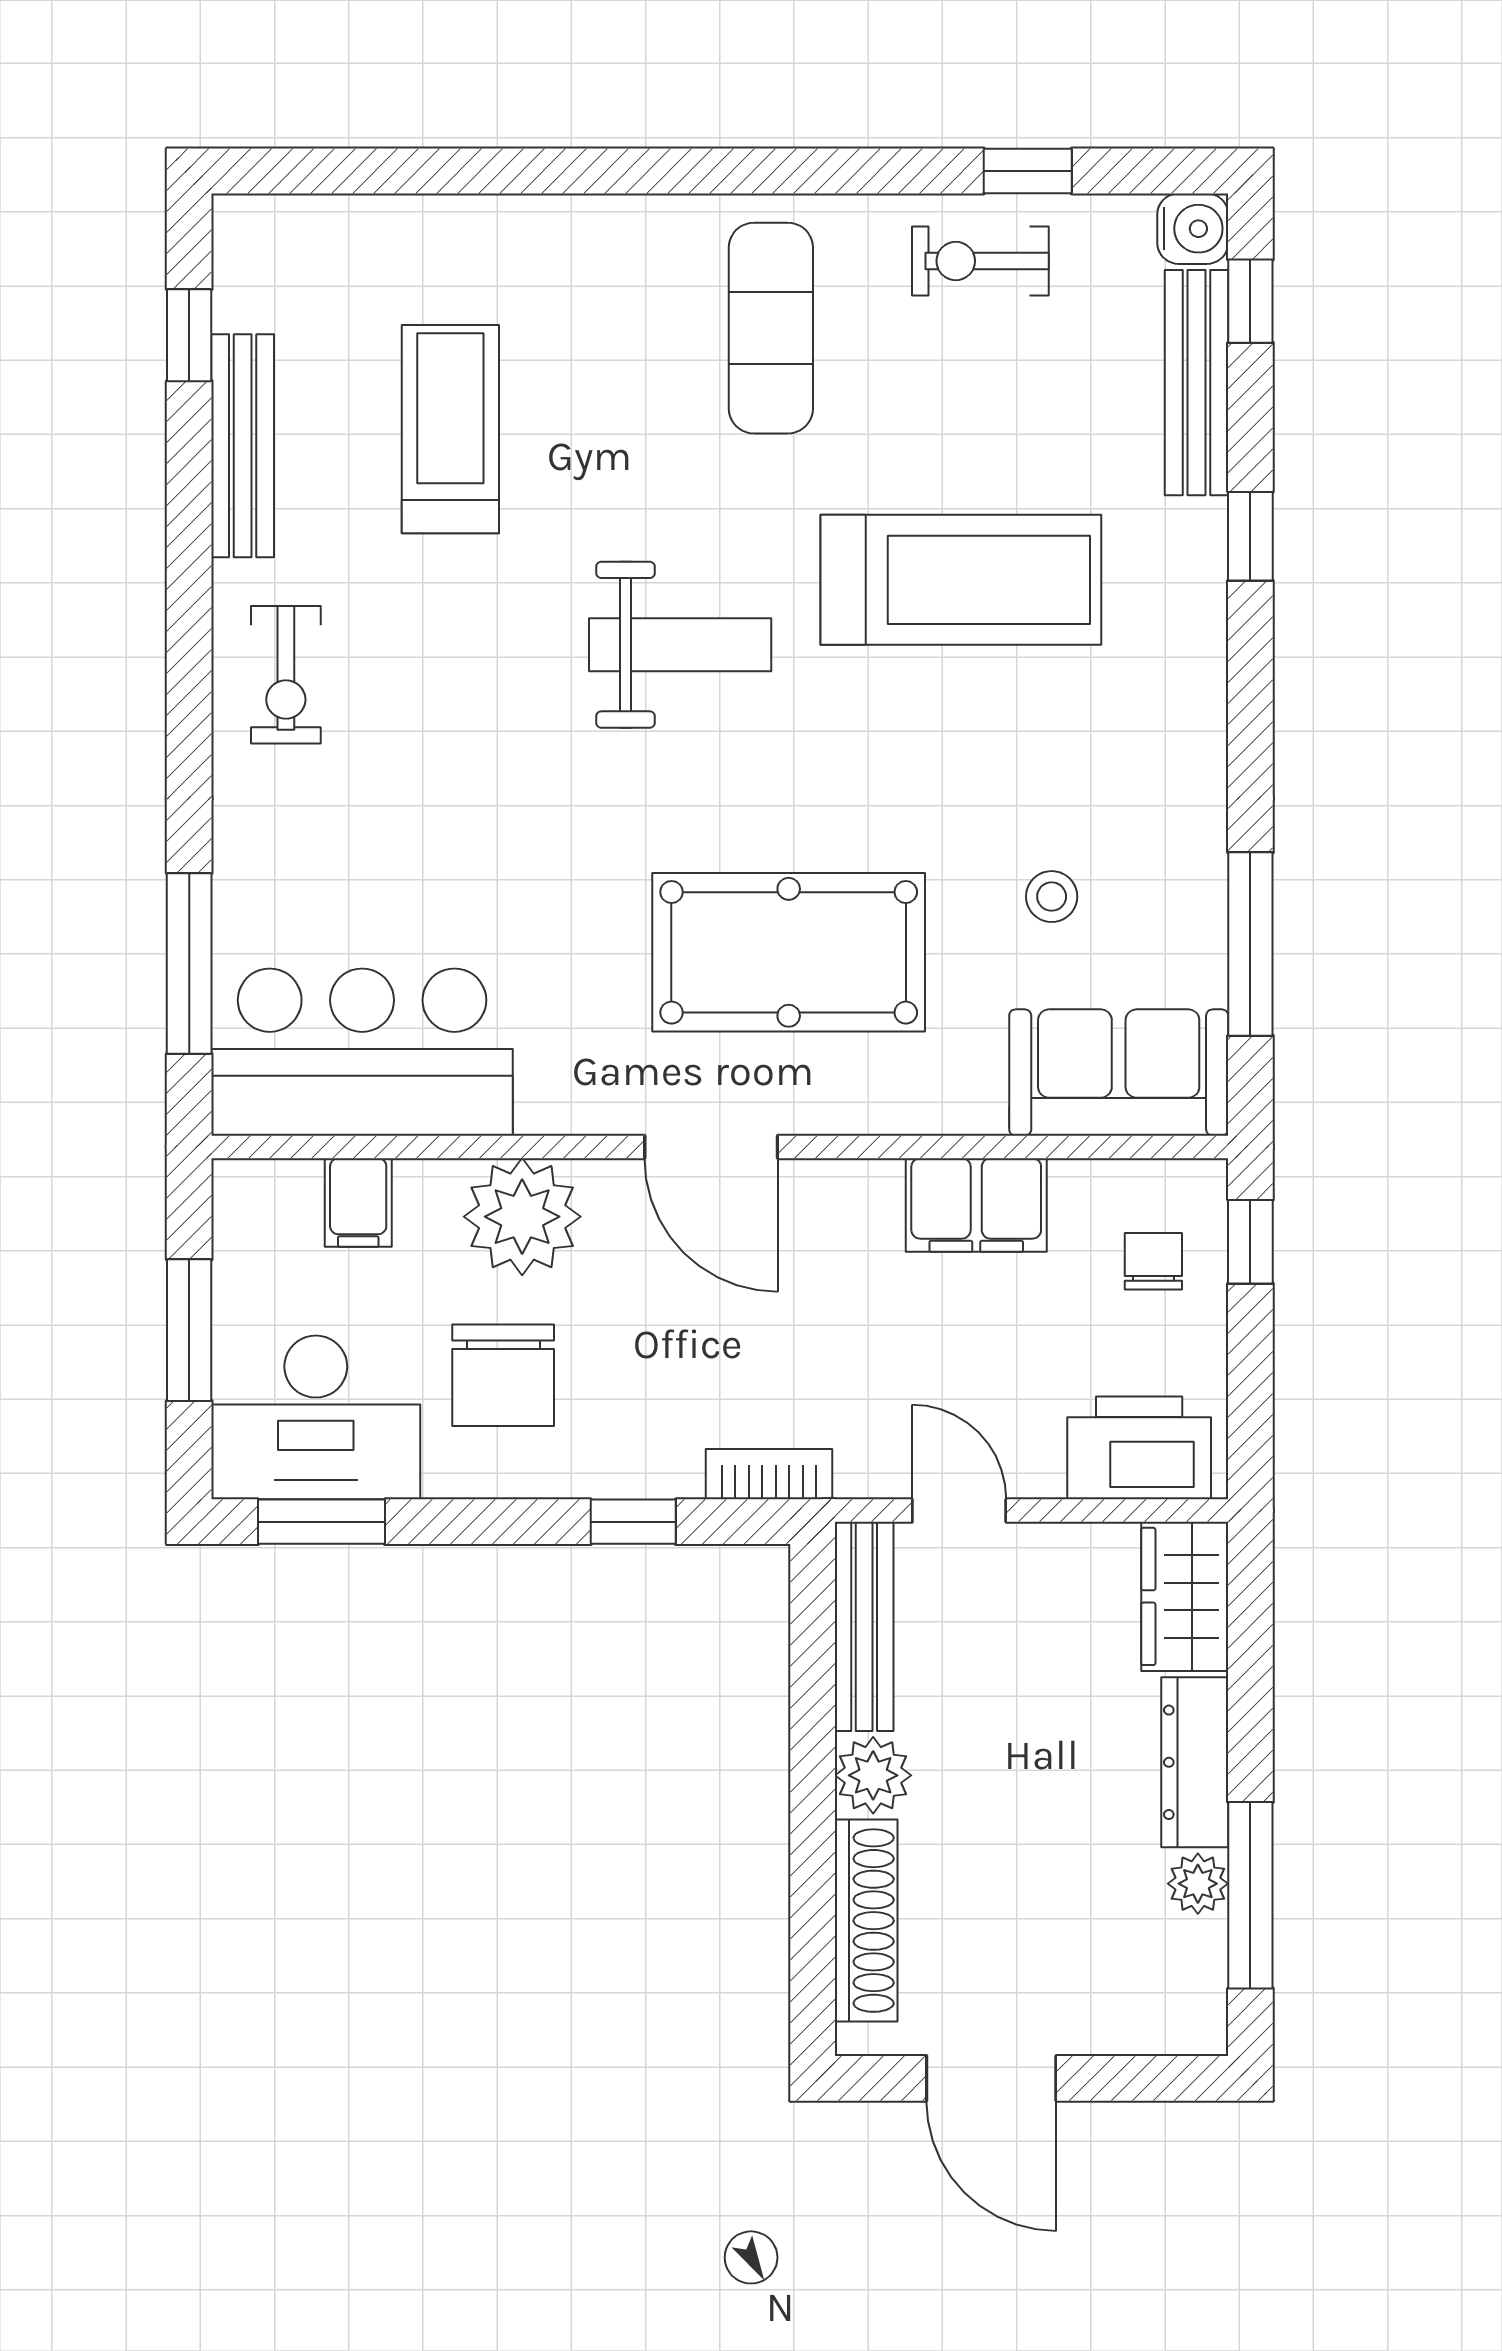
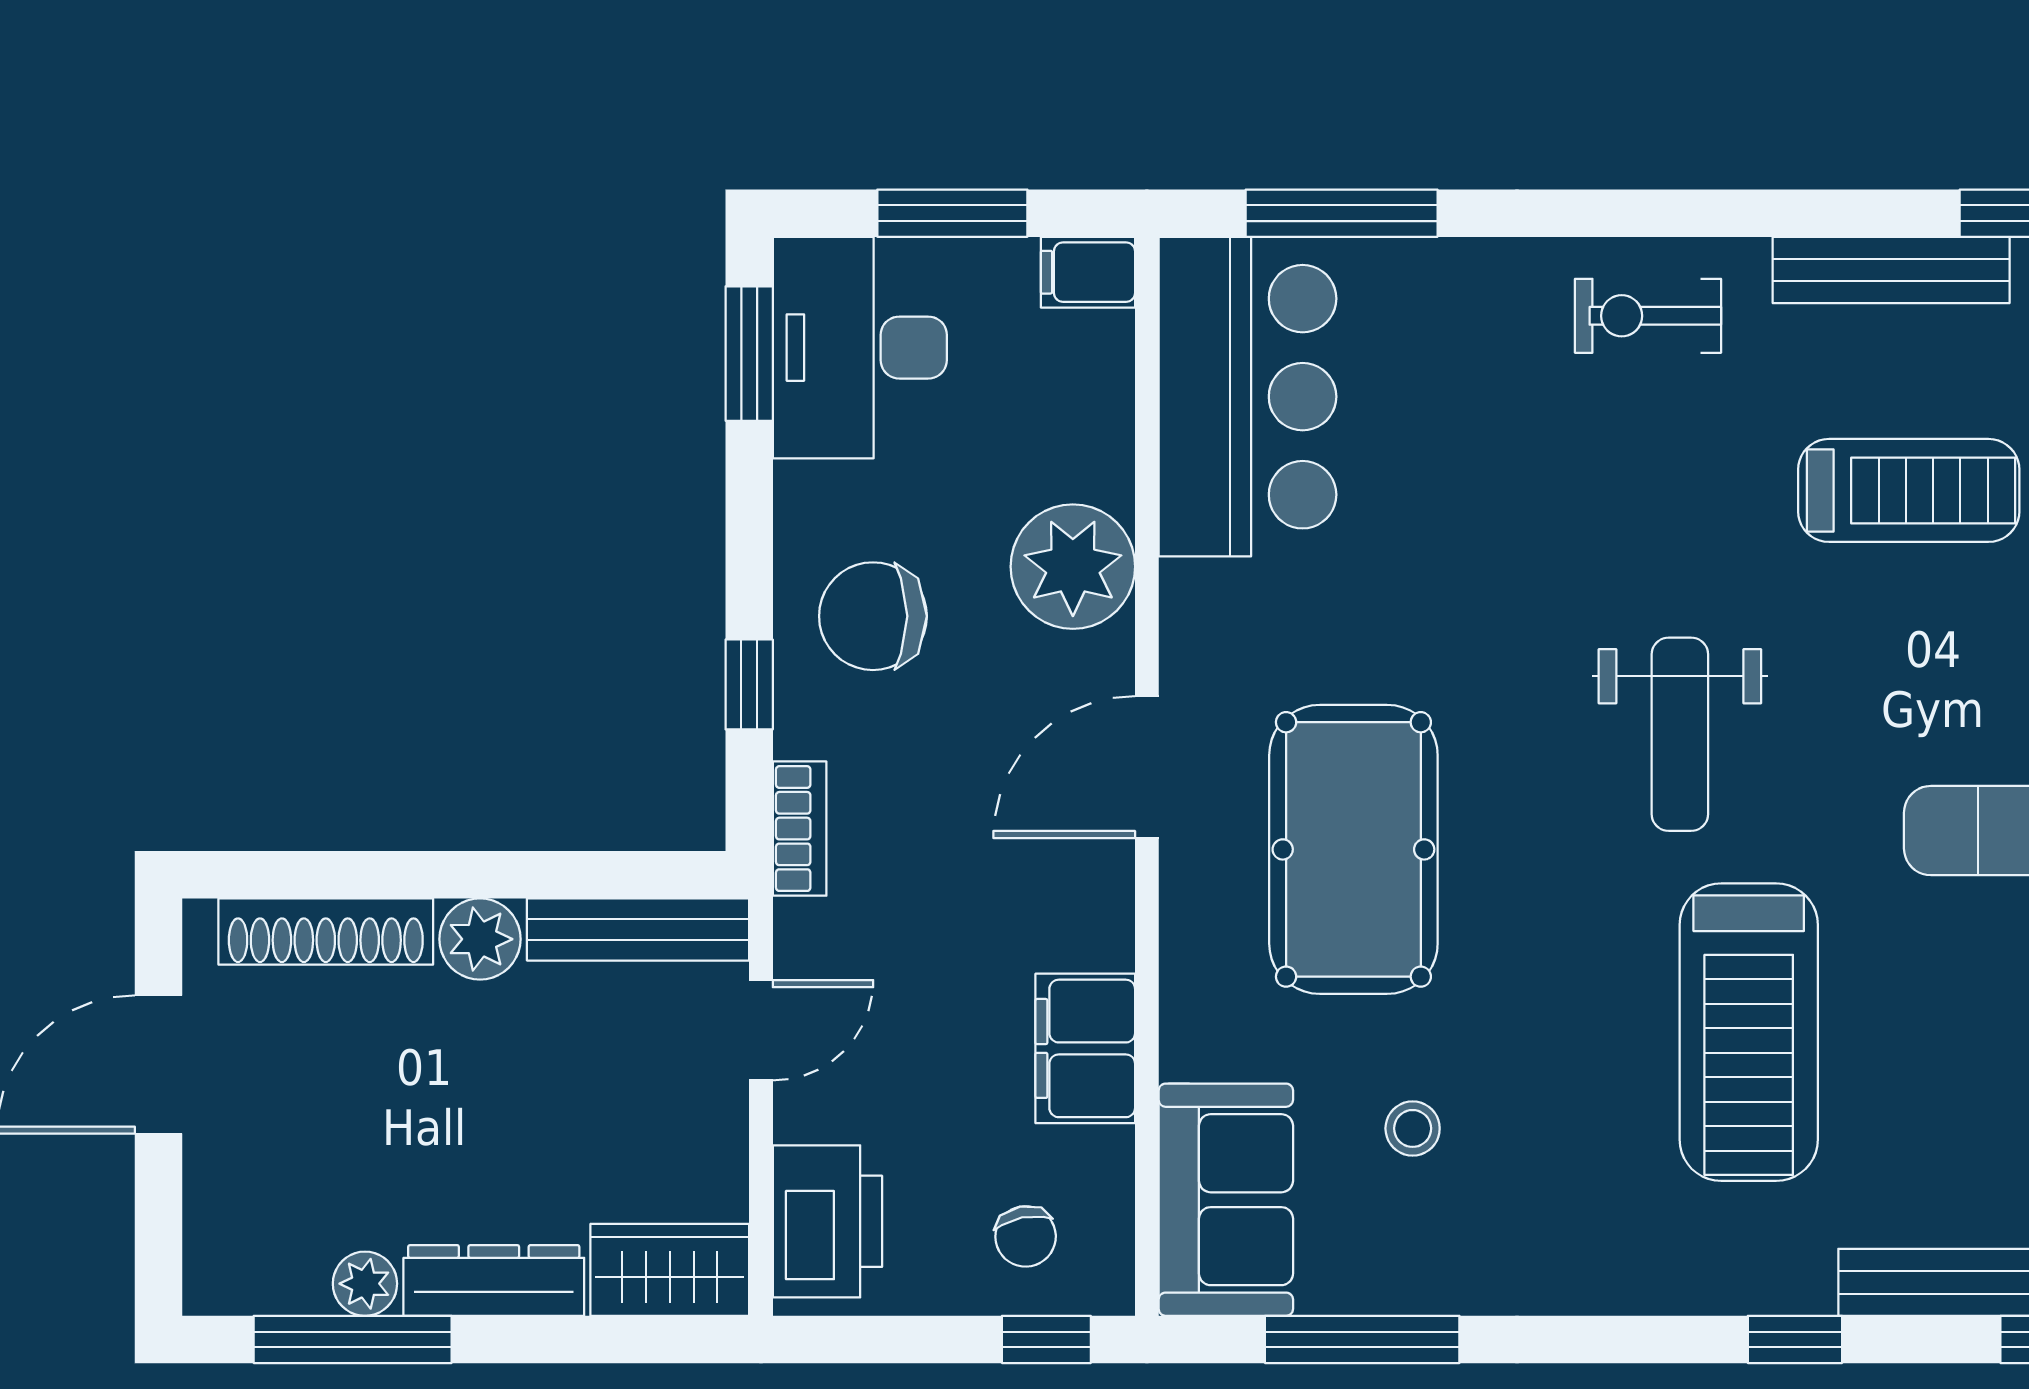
filing cabinet: (358, 1202) -> (1088, 272), moved
chair: (1153, 1261) -> (1026, 1236), turned 79
chair: (503, 1375) -> (873, 616), moved

